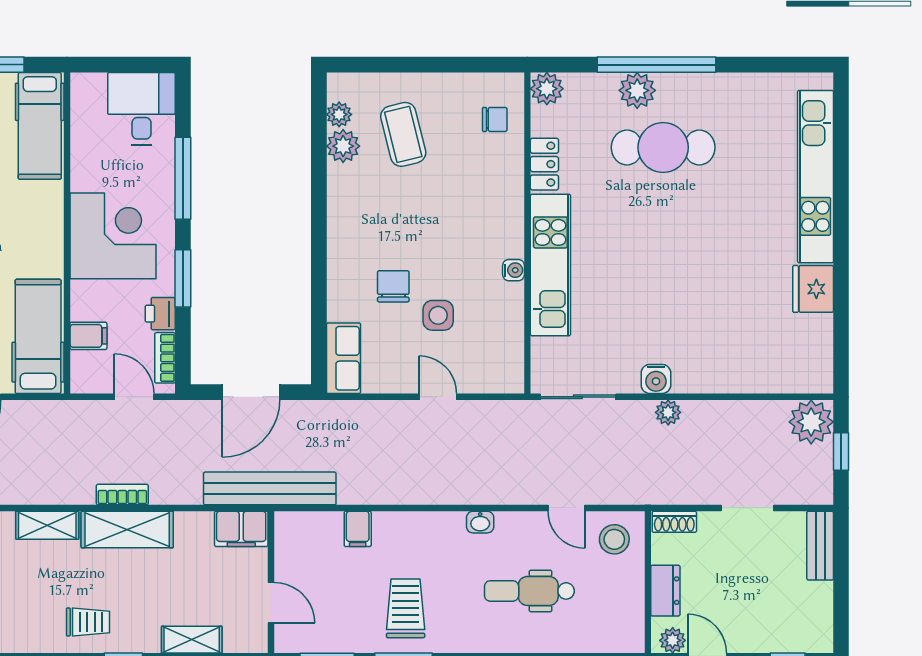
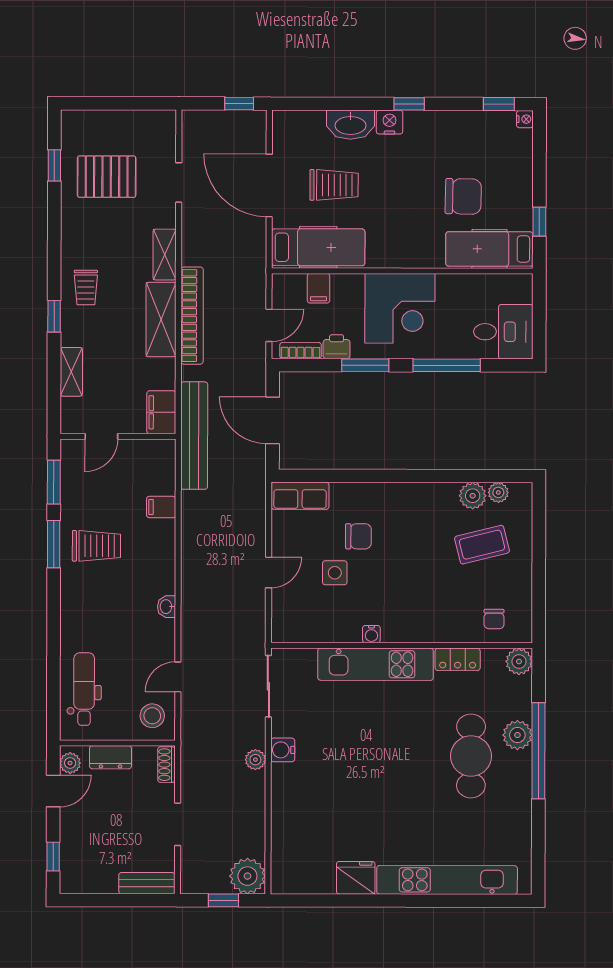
bookcase: (122, 495) -> (192, 316), width x2.31, depth x1.31
dental chair: (529, 591) -> (84, 689), moved

